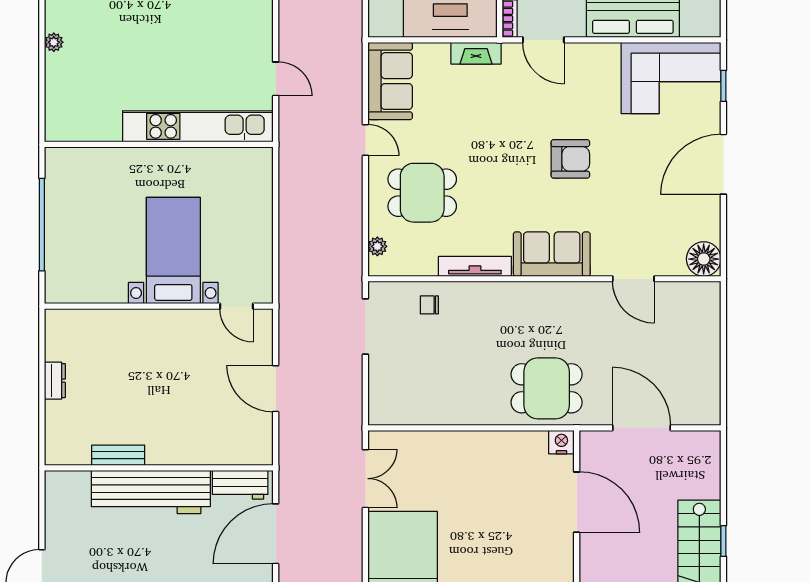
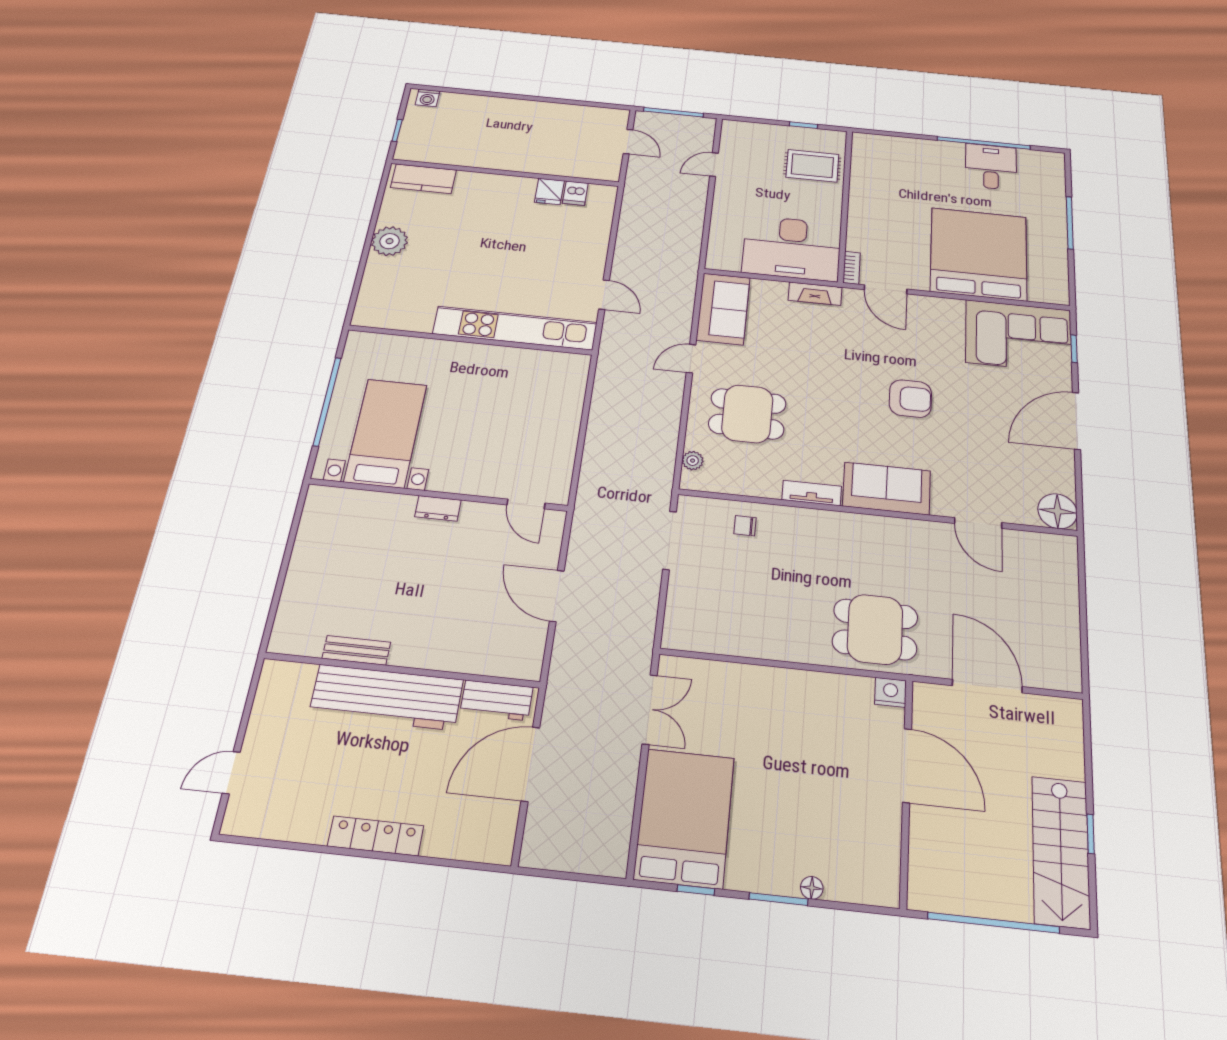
plant: (54, 42) -> (390, 241), width x1.88, depth x1.88
door: (365, 140) -> (691, 359), swing flipped
bed with nightstands: (173, 251) -> (386, 433), moved
tv unit: (475, 266) -> (812, 493), width x0.71
dresser: (55, 381) -> (438, 508), moved, turned 90

